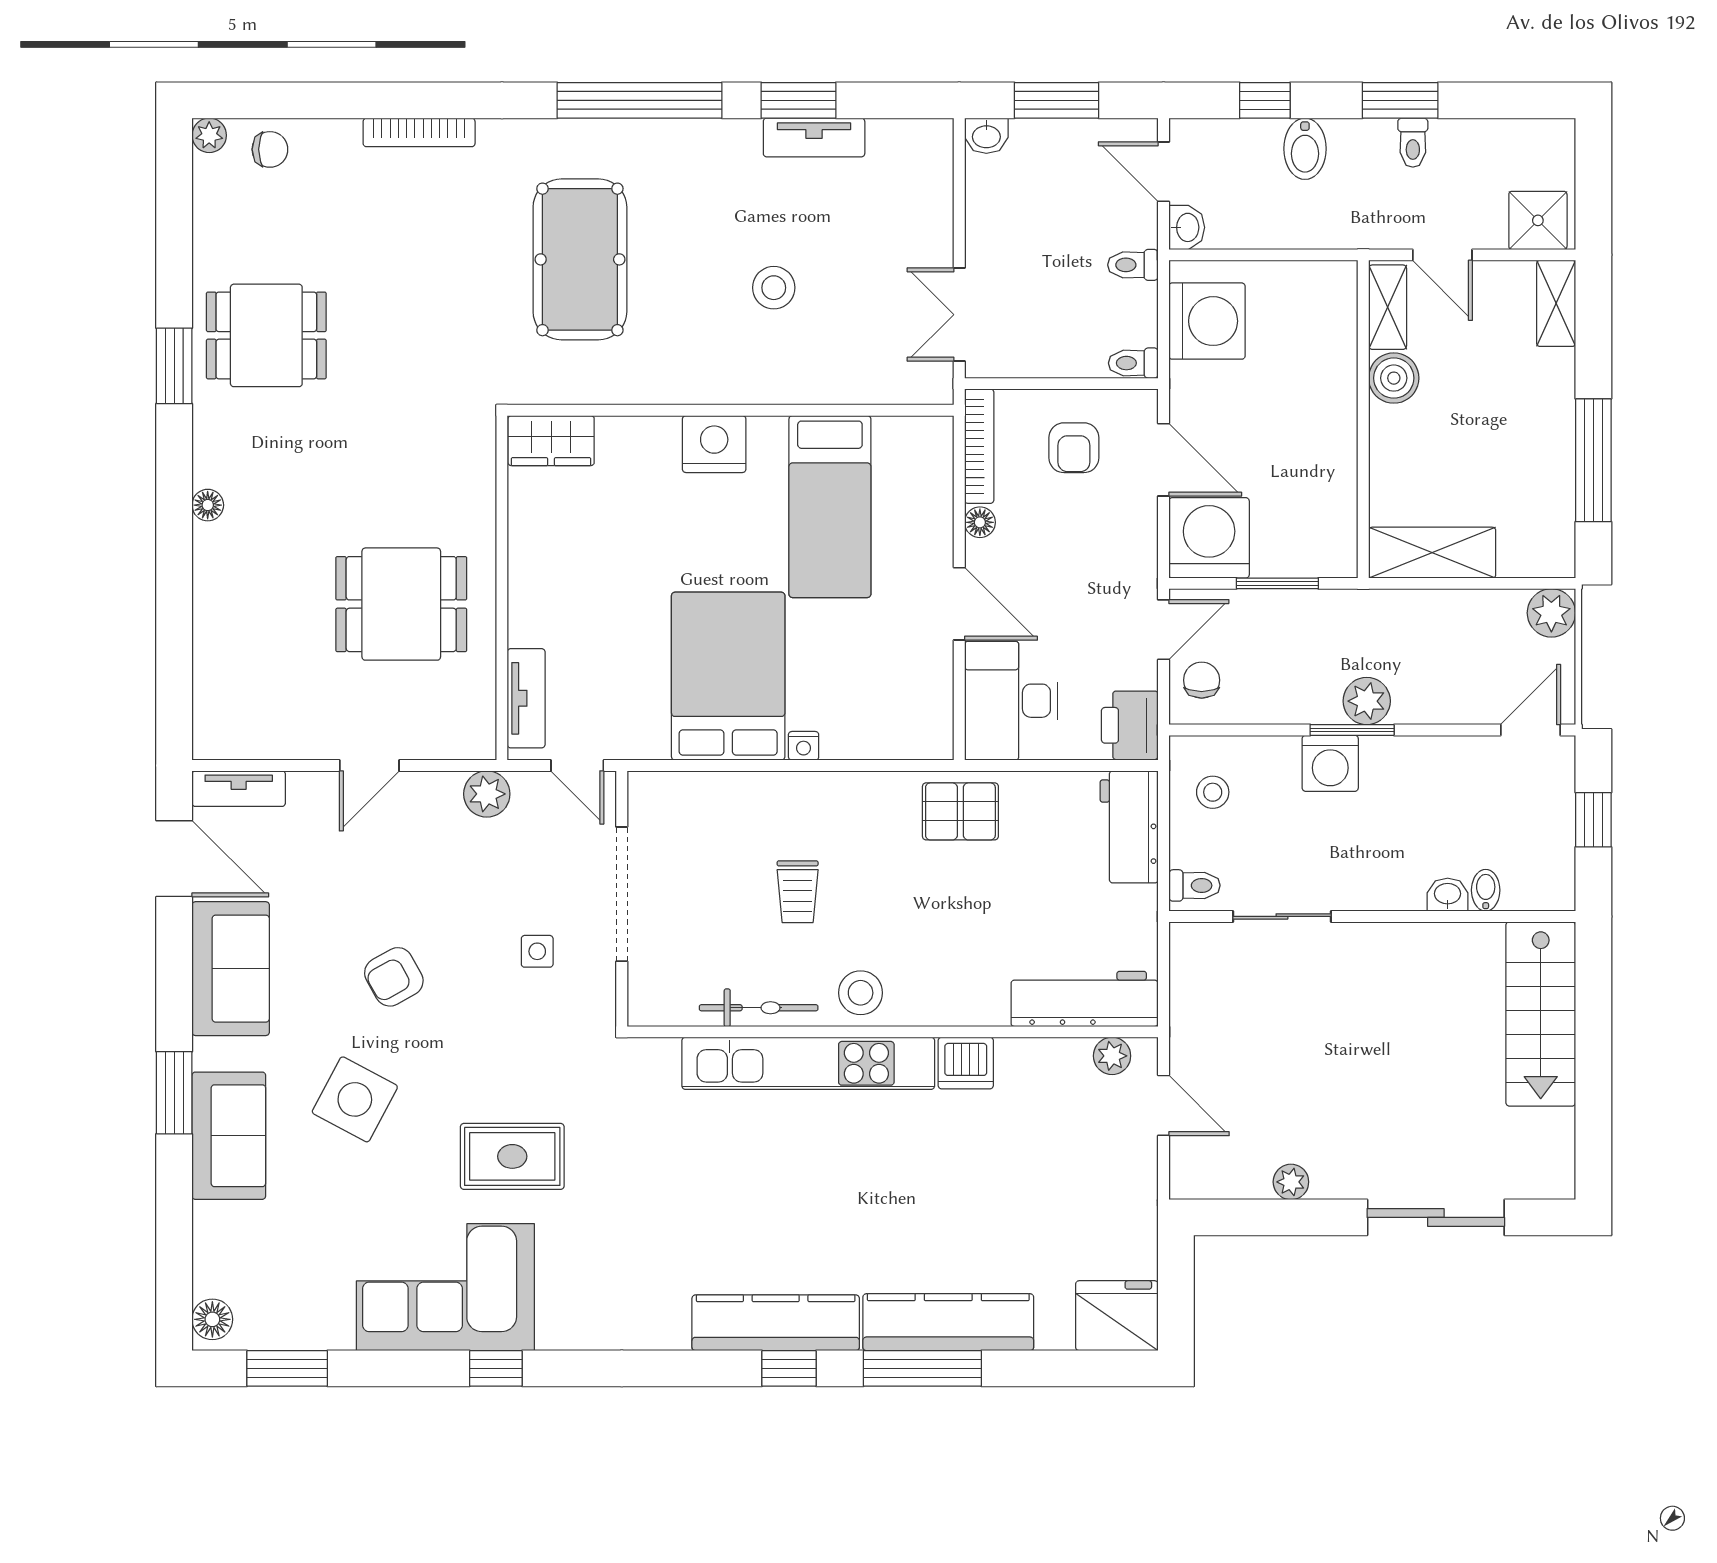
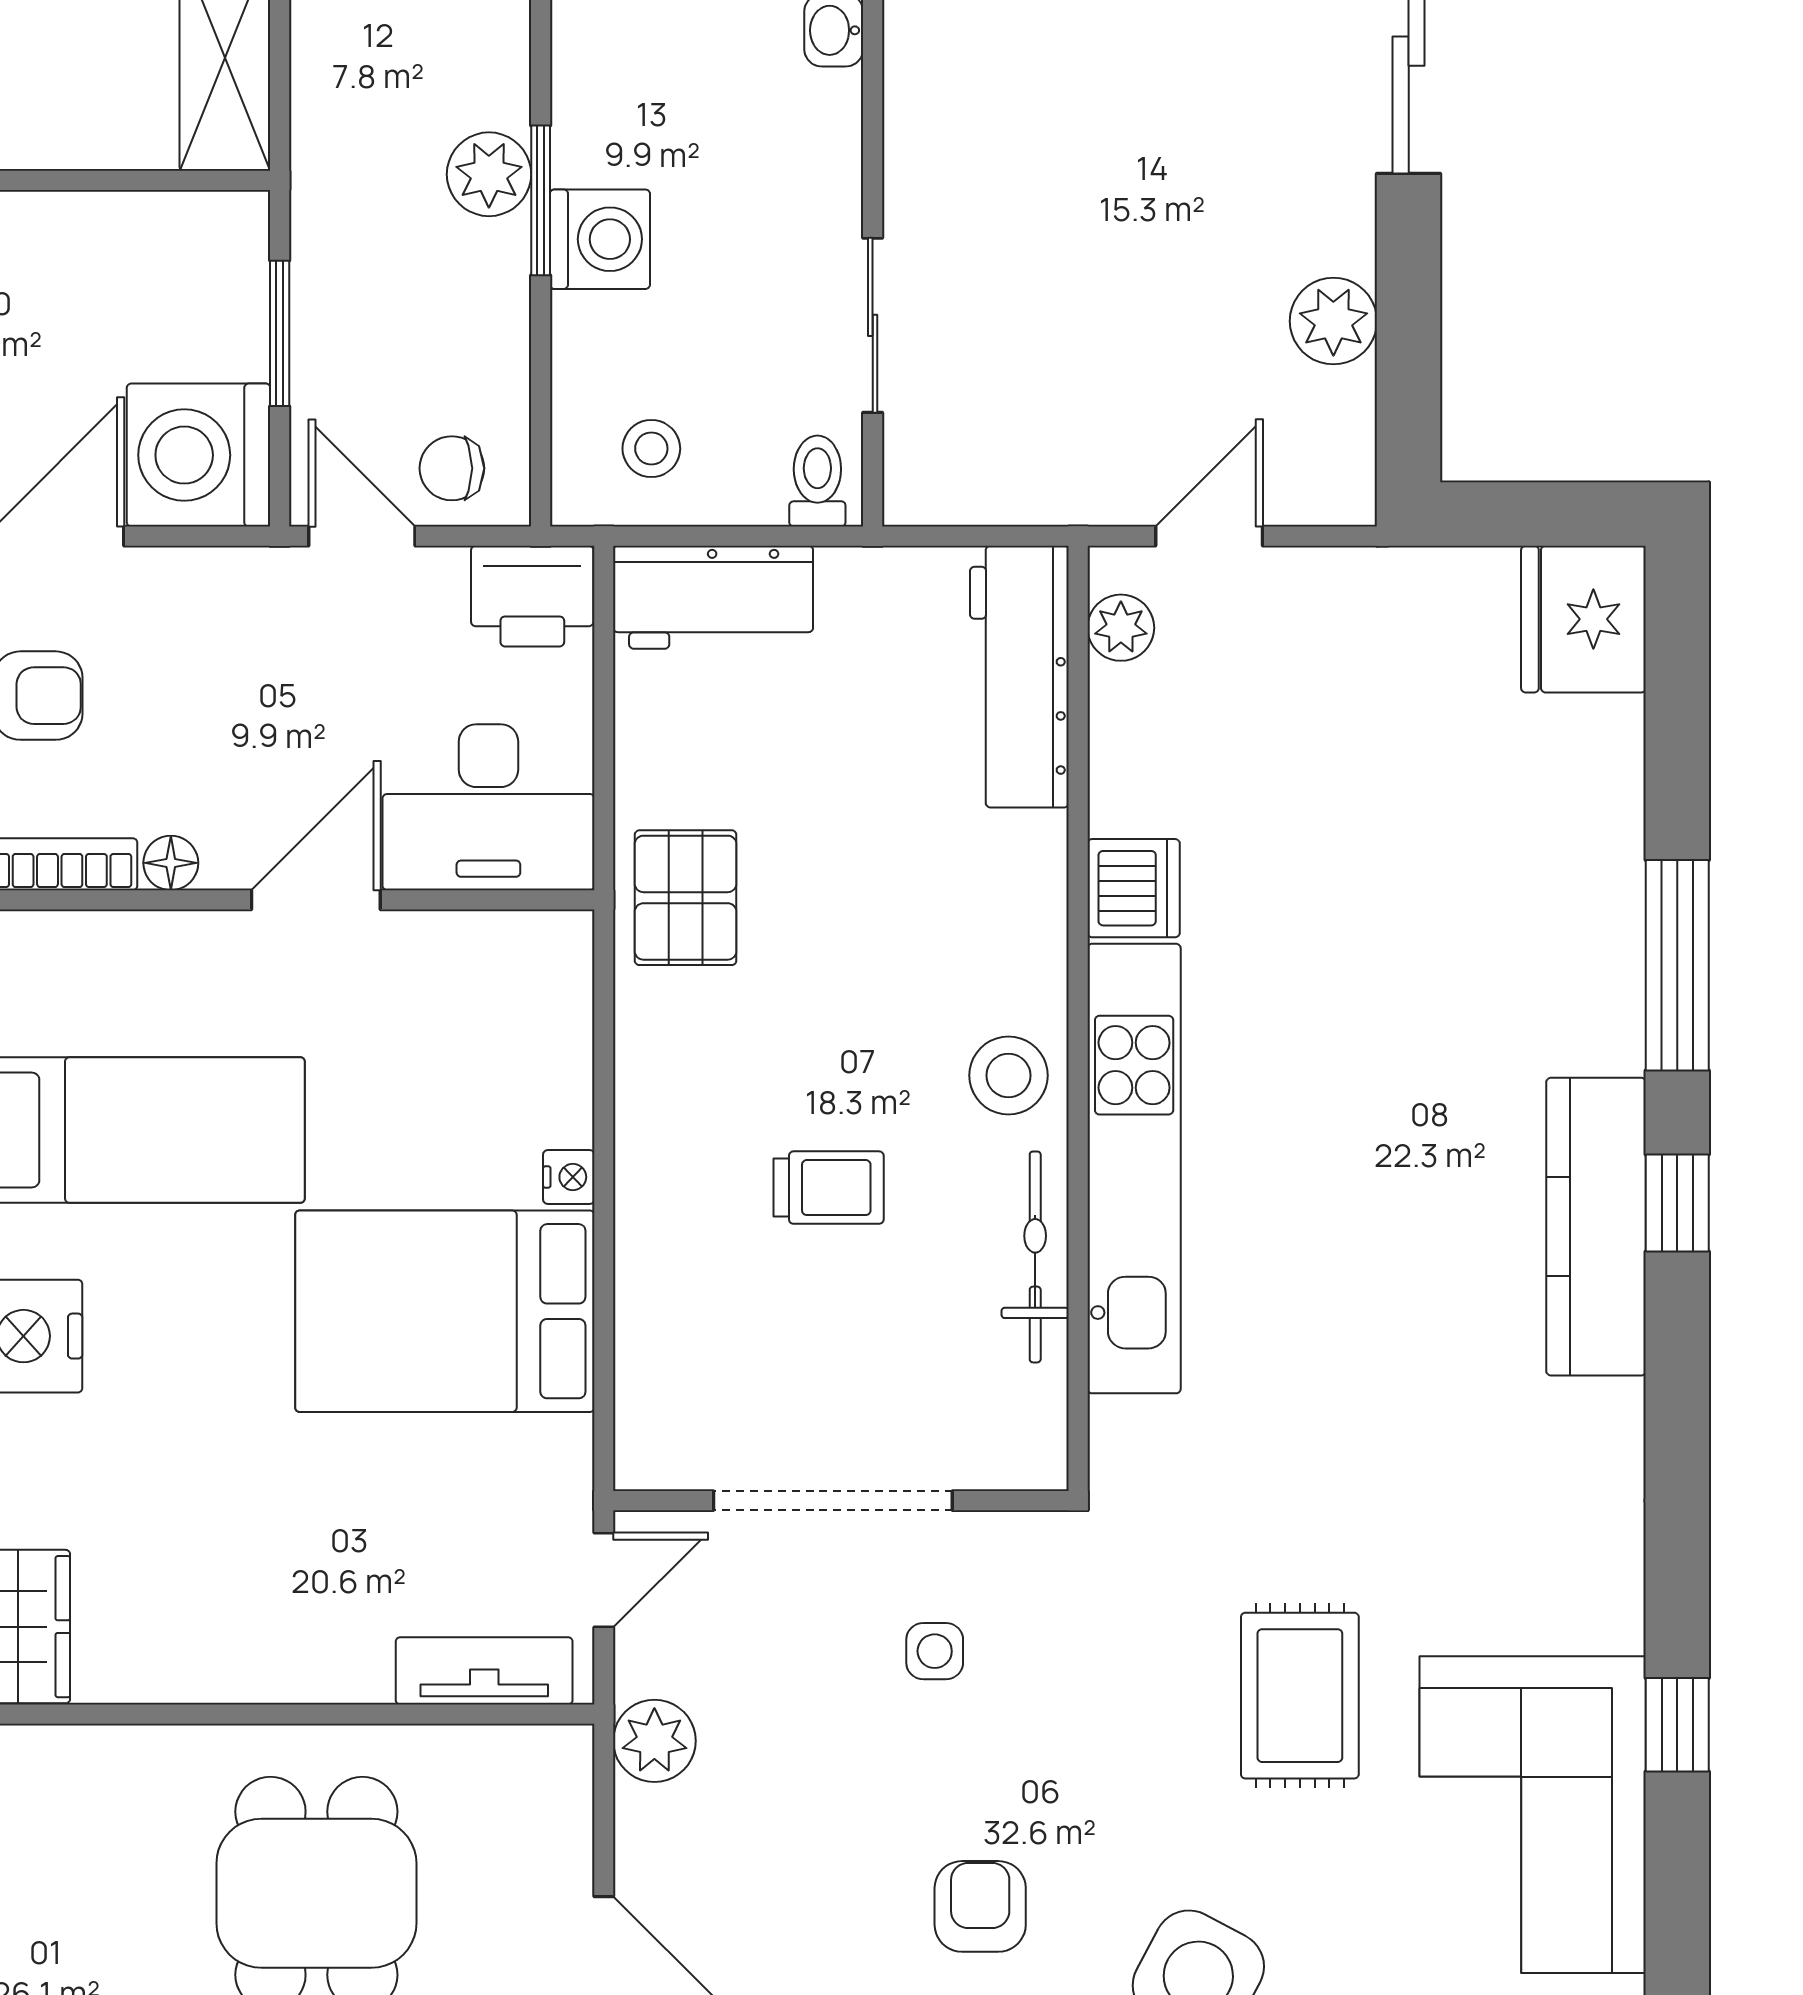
armchair: (394, 977) -> (980, 1906), turned -151
plant: (1291, 1182) -> (1333, 321), width x1.38, depth x1.38
kitchen counter: (948, 1322) -> (1595, 919), removed

